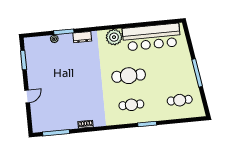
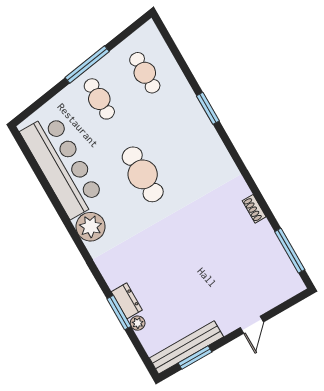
dresser: (82, 37) -> (127, 301), moved
bench: (31, 58) -> (186, 347), added
door: (27, 96) -> (252, 325), swing flipped
cafe table: (131, 105) -> (99, 99), moved

